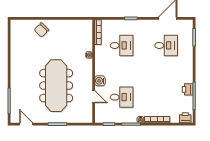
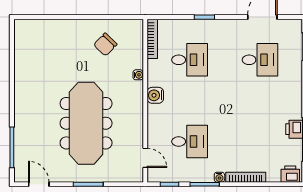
chair: (42, 30) -> (105, 44), moved
water cooler: (100, 81) -> (155, 95), moved
door: (94, 97) -> (145, 158), moved

